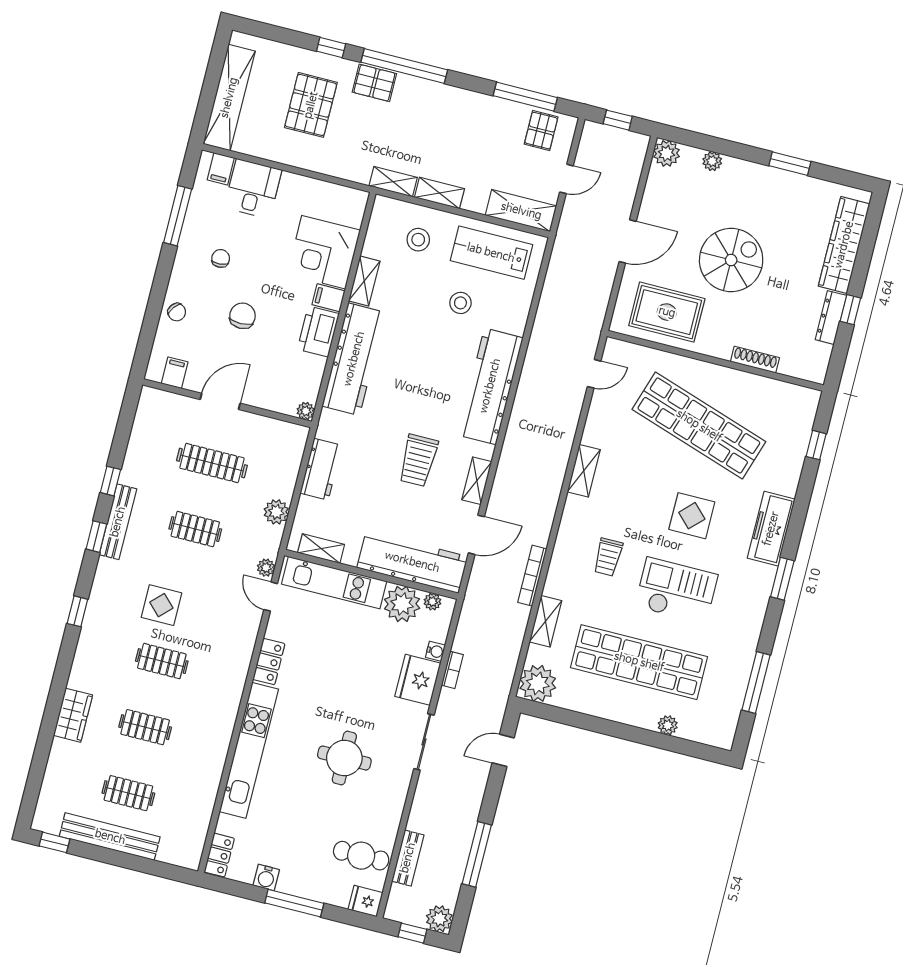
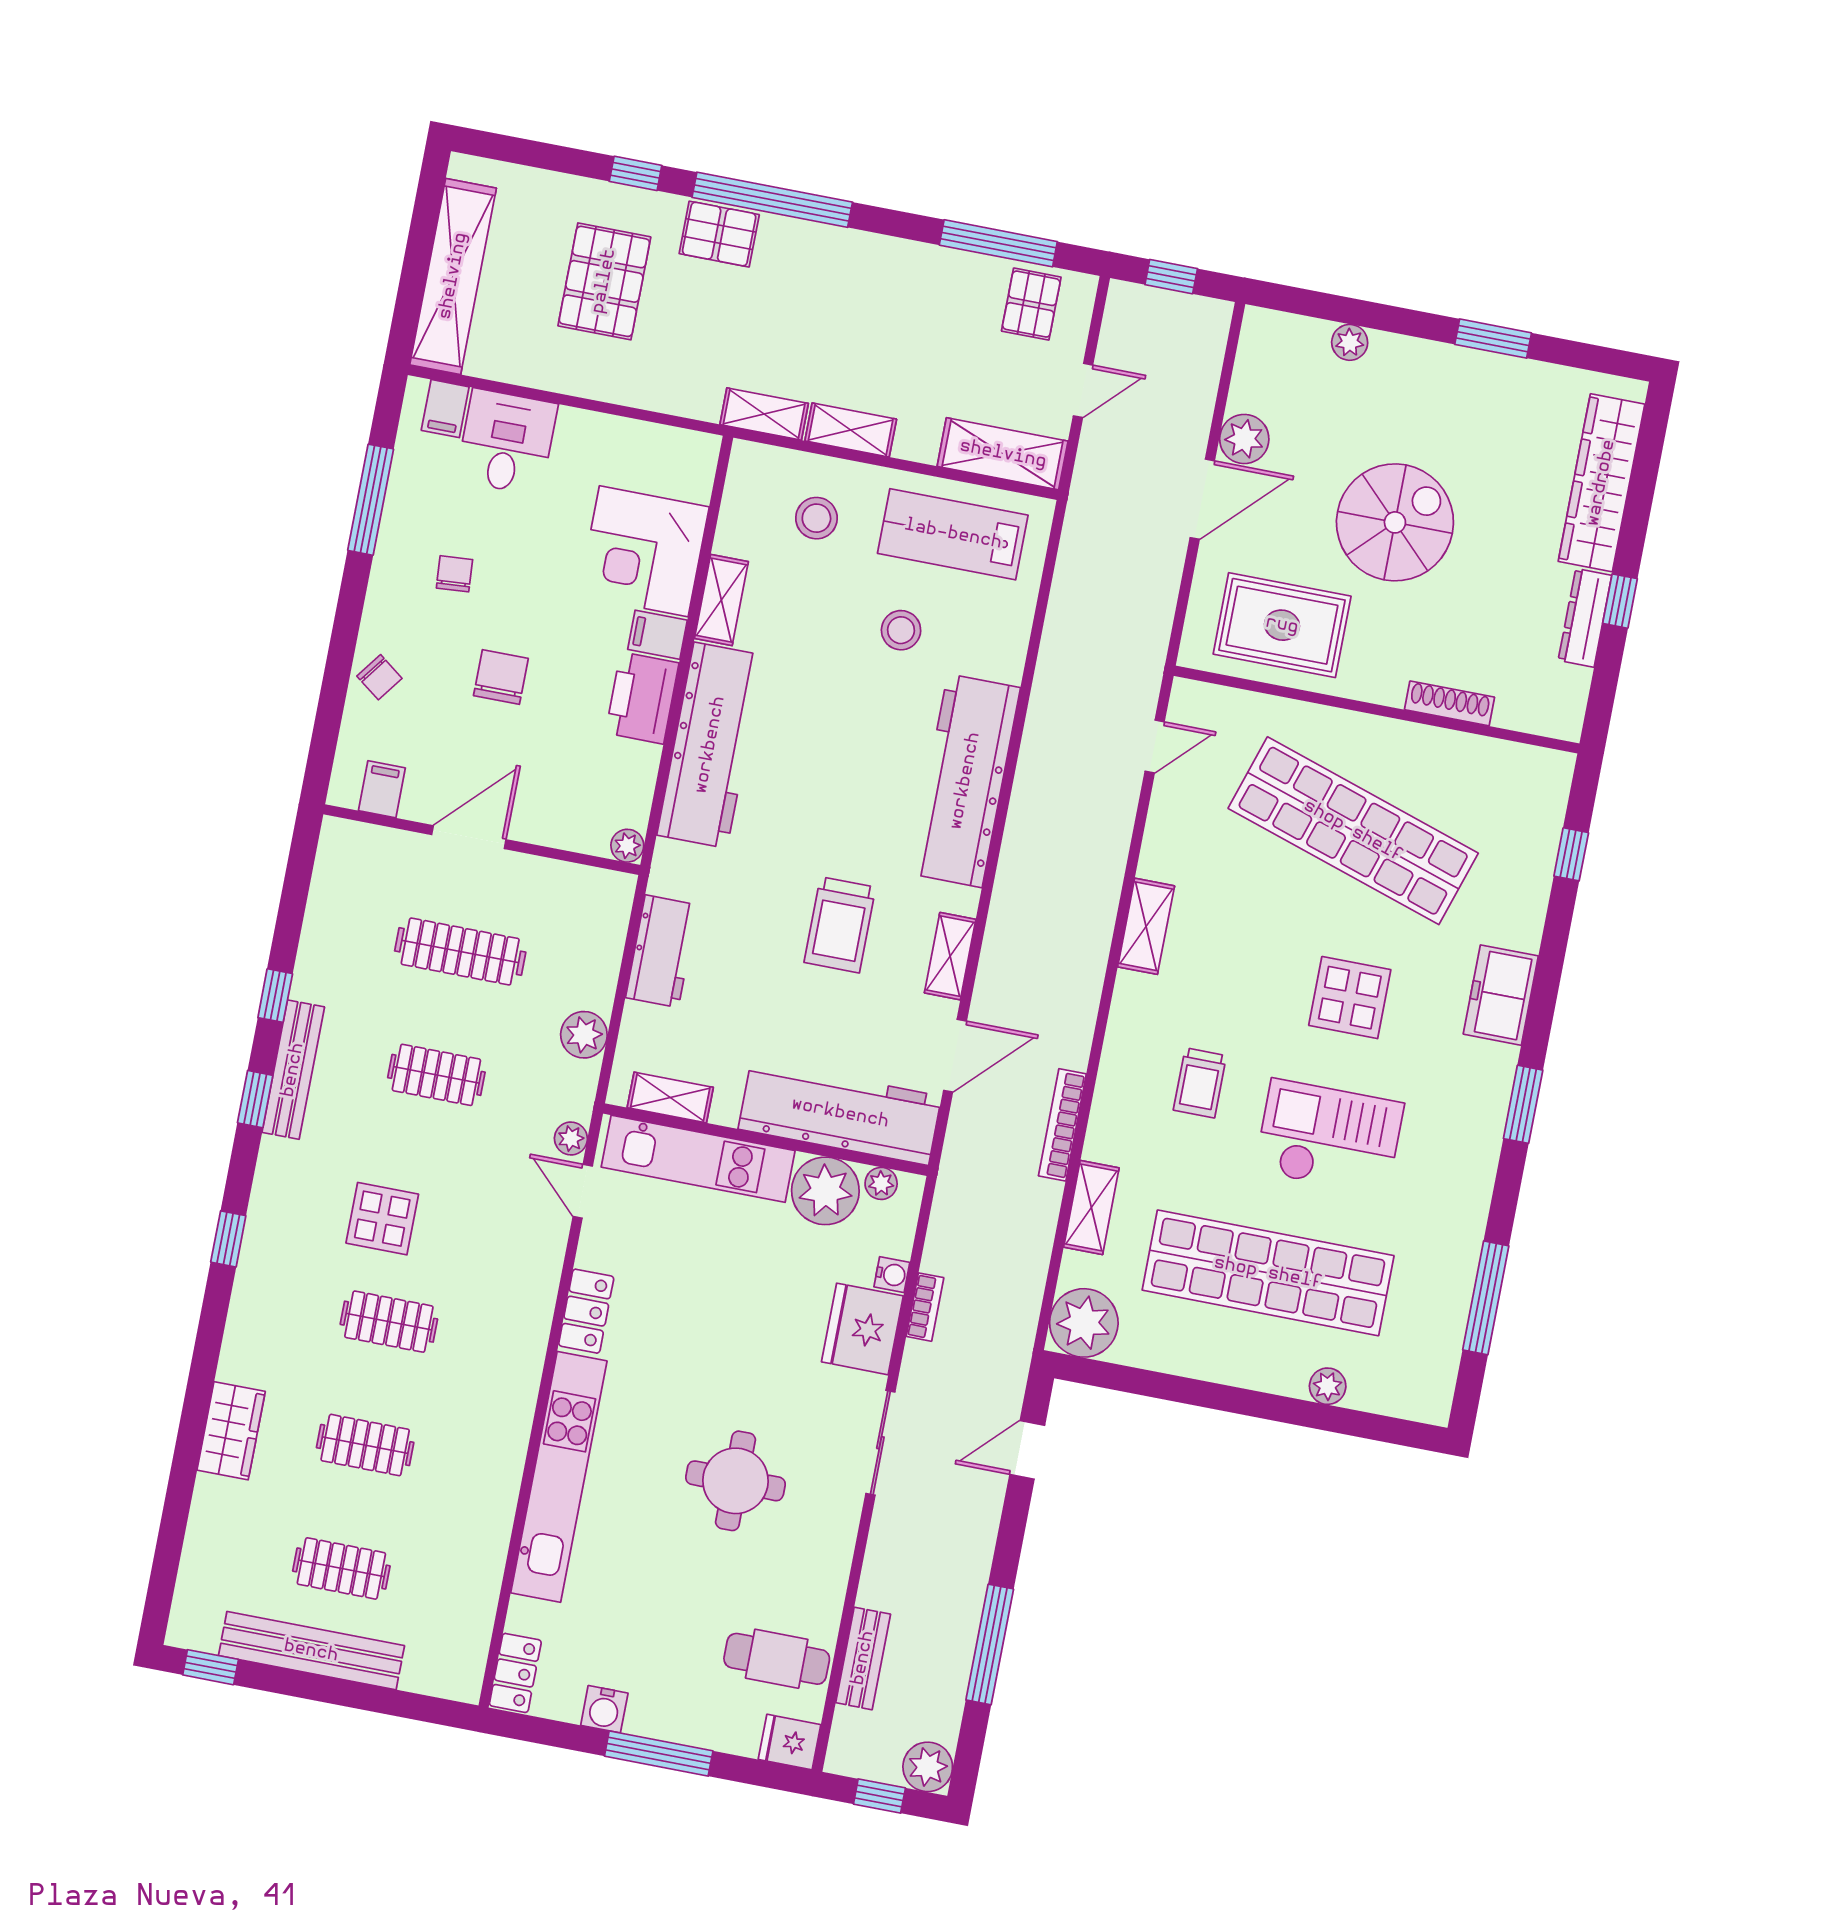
plant: (667, 153) -> (1244, 439), moved
freezer: (771, 529) -> (1501, 995), width x0.71

